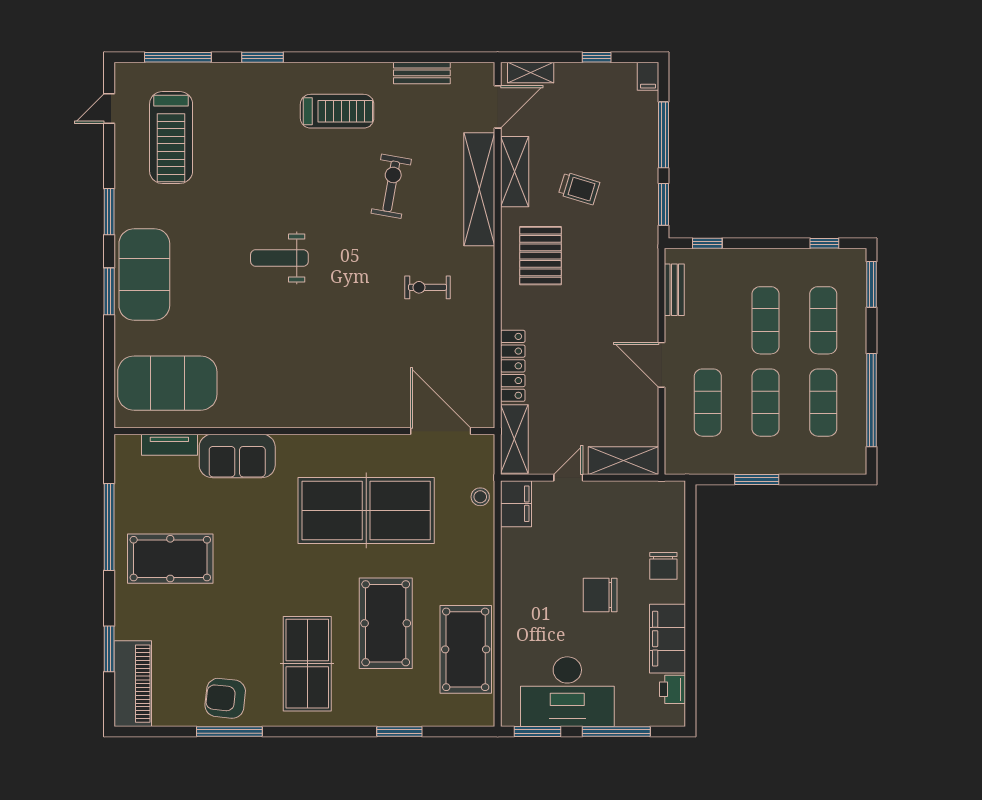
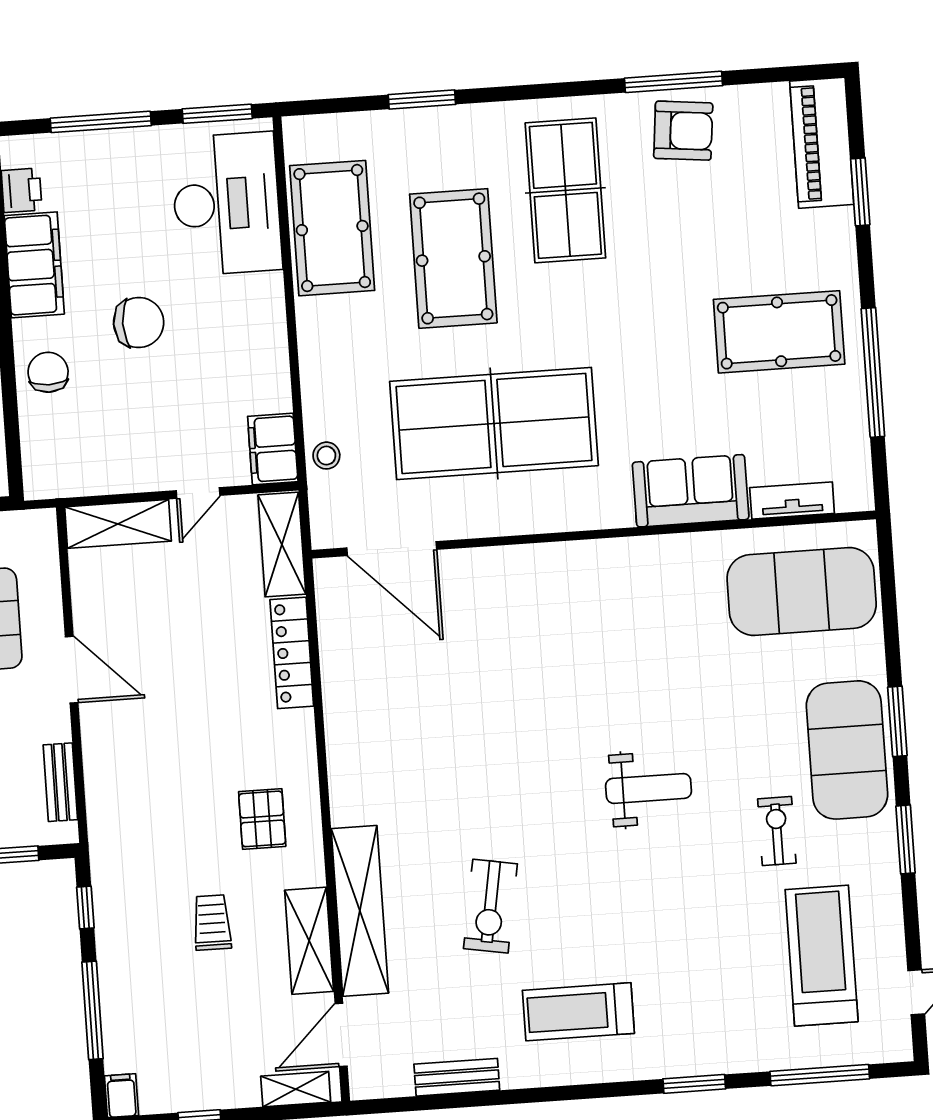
trolley: (579, 188) -> (212, 922), turned 73
window: (663, 204) -> (85, 908), width x0.67
pallet: (540, 256) -> (262, 819), width x0.67, depth x0.71
exercise bike: (428, 287) -> (777, 831), moved, turned -90
desk: (567, 692) -> (226, 204), moved, turned 90

